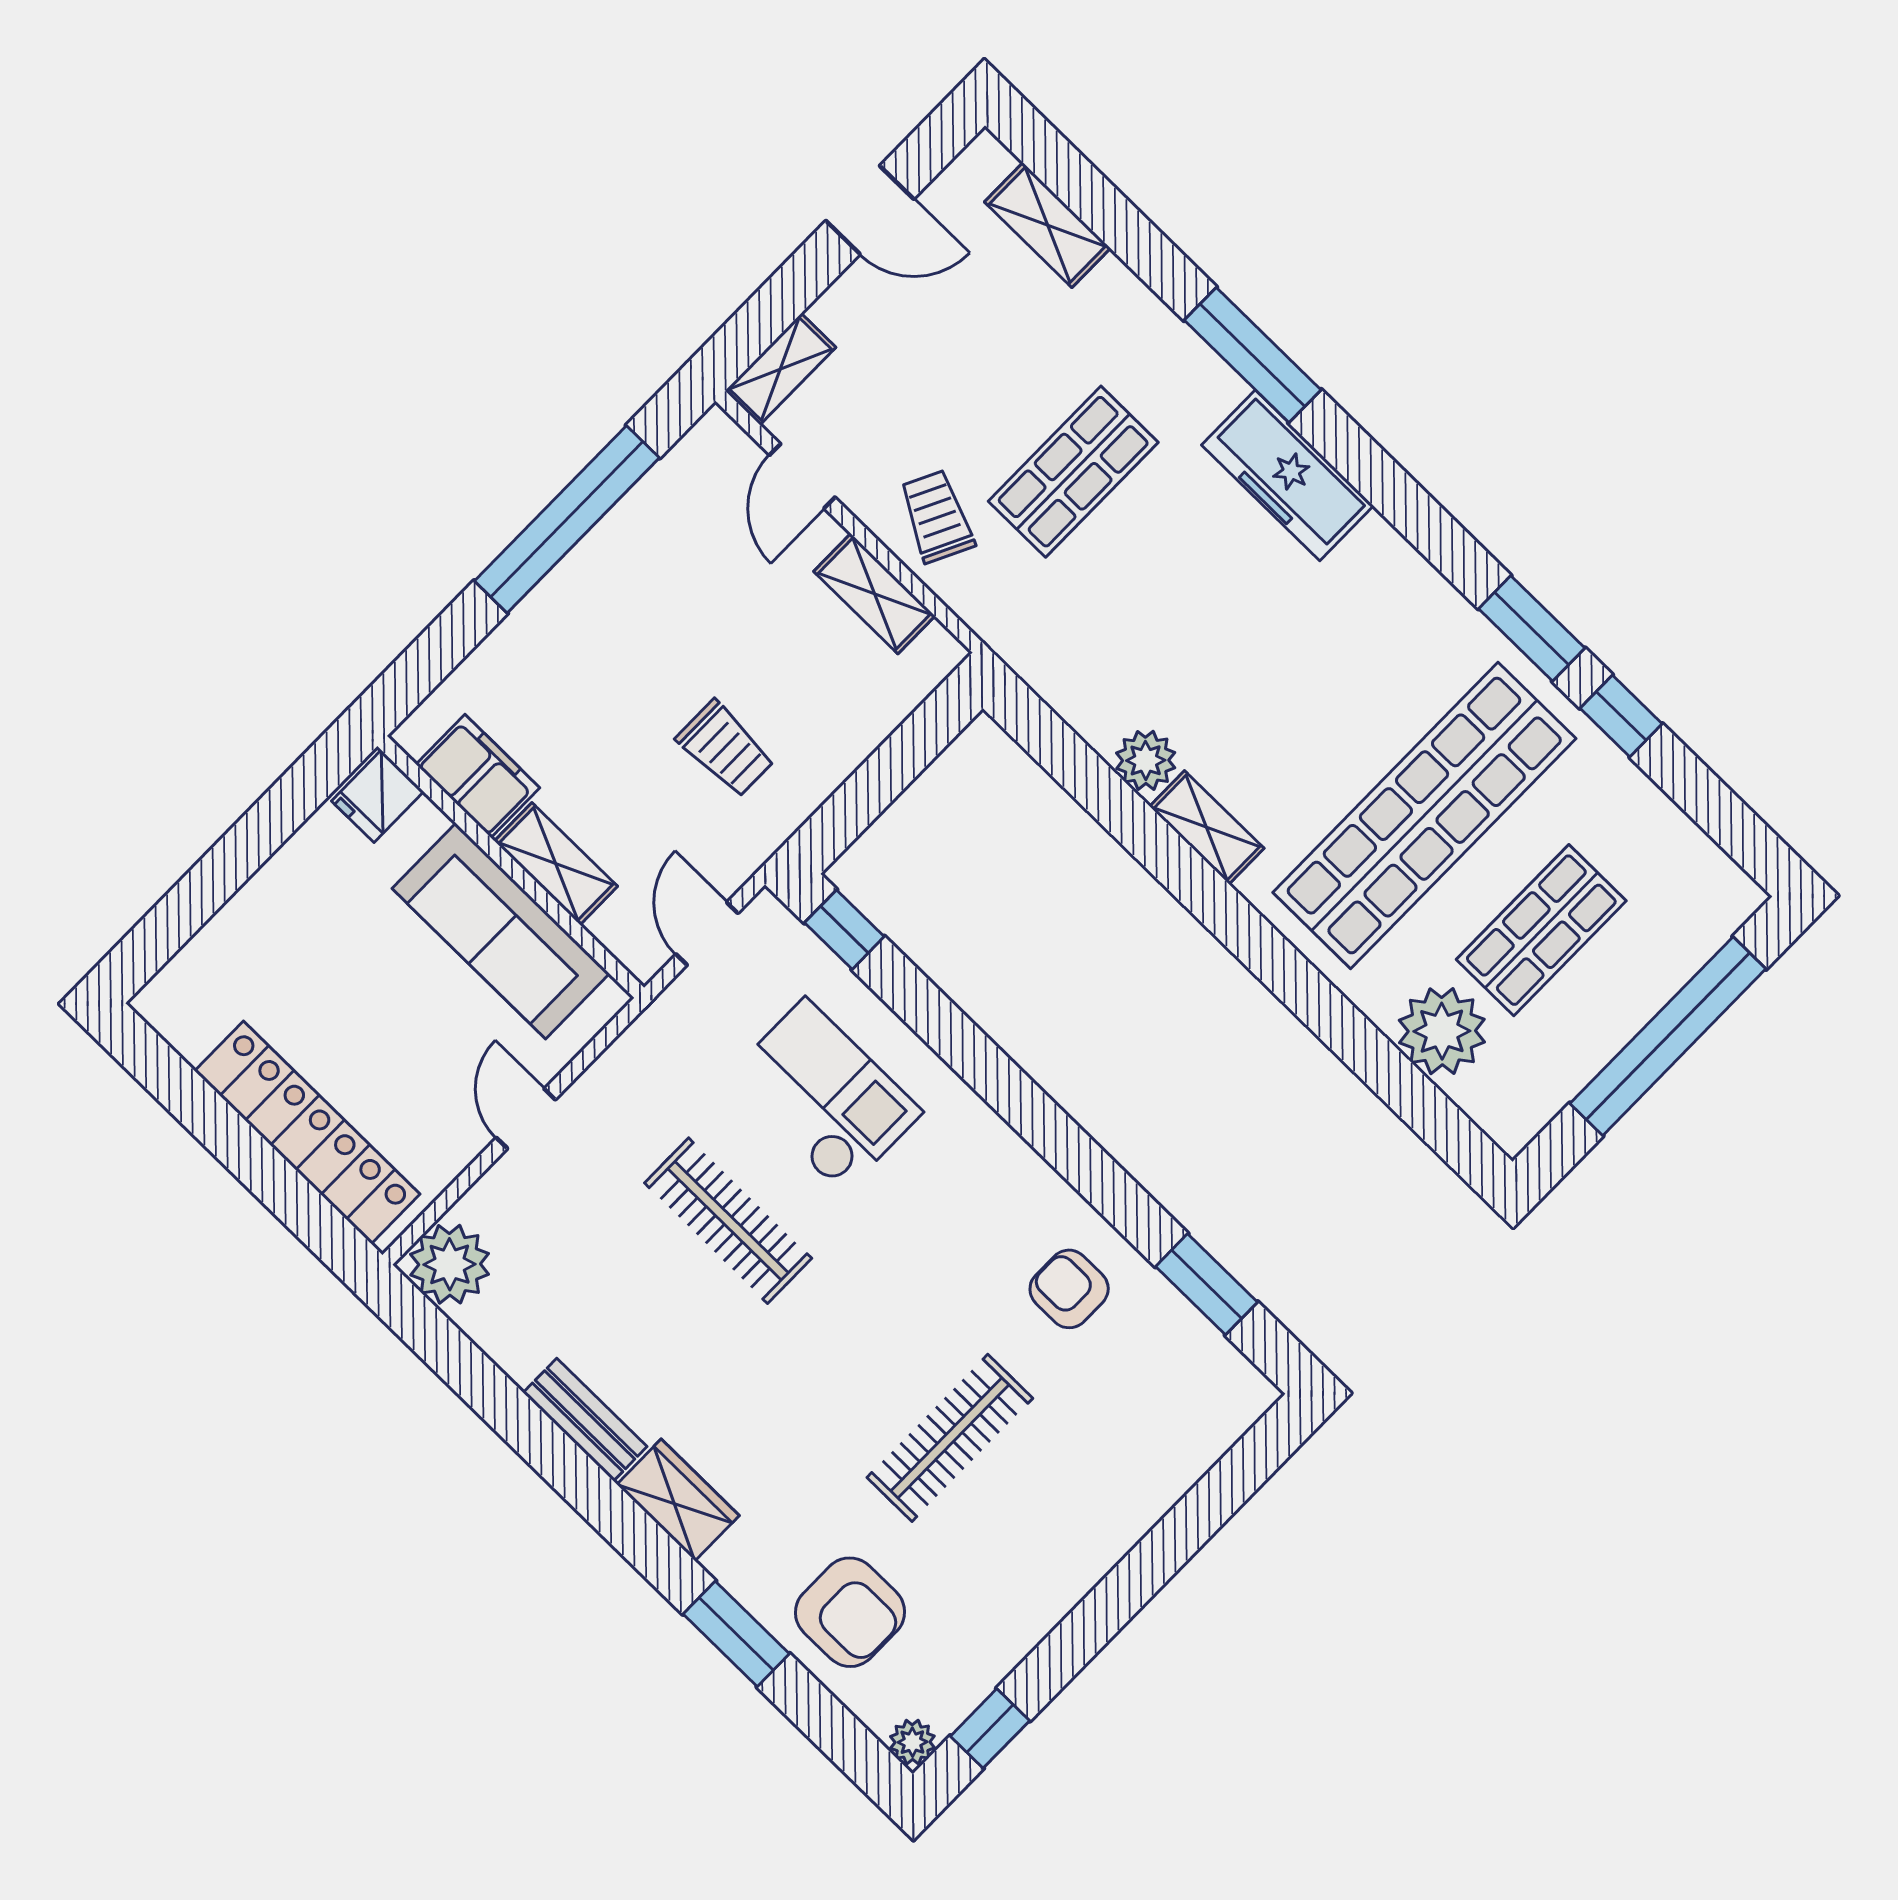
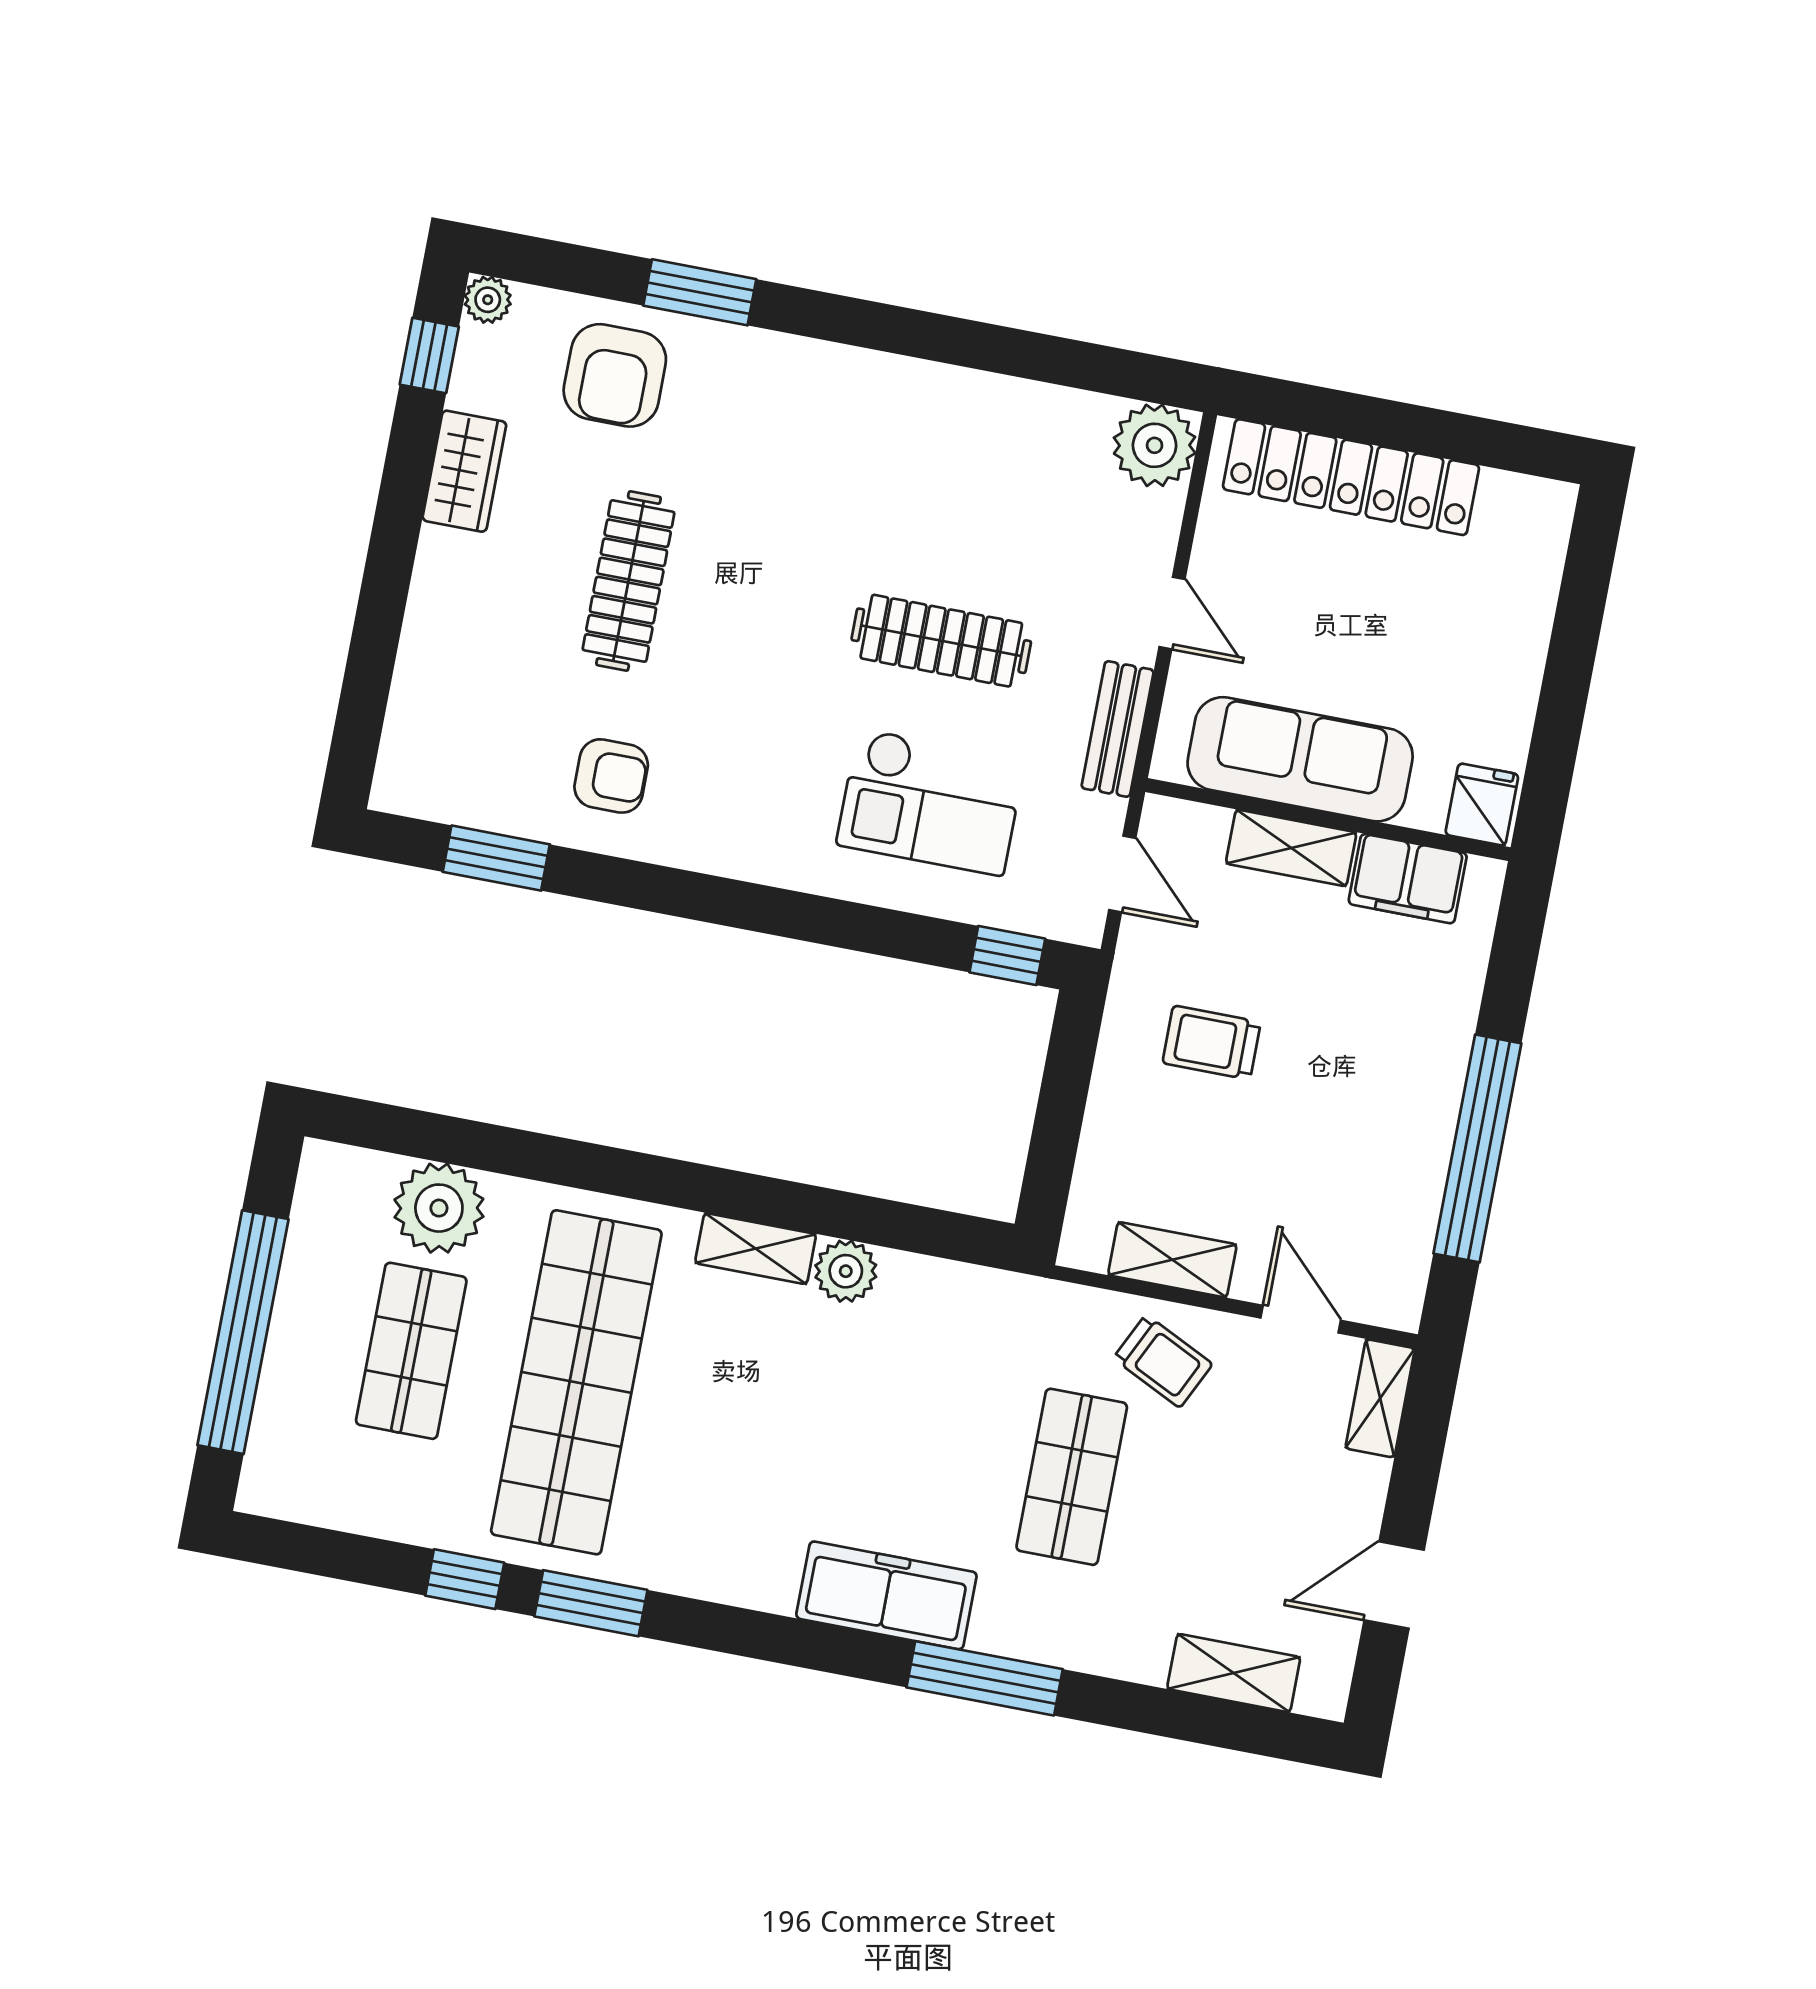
bench: (585, 1420) -> (1118, 729), moved, turned 90
wardrobe: (678, 1500) -> (464, 471), moved, turned -90
armchair: (850, 1612) -> (615, 375), turned -90

